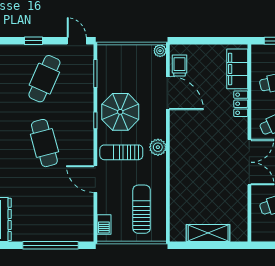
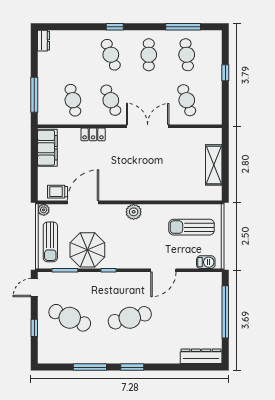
filing cabinet: (237, 69) -> (47, 148), moved, turned -90
parasol: (120, 112) -> (87, 250), moved
sun lounger: (121, 152) -> (50, 242), moved

